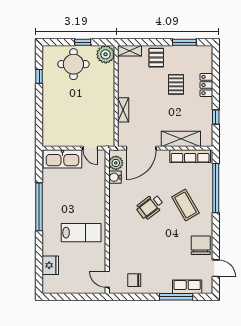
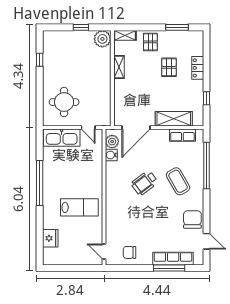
round table: (73, 64) -> (64, 102), moved
shelving: (123, 110) -> (119, 67), moved
row of seats: (190, 156) -> (182, 135), width x0.68
row of seats: (187, 287) -> (173, 259), width x1.48

